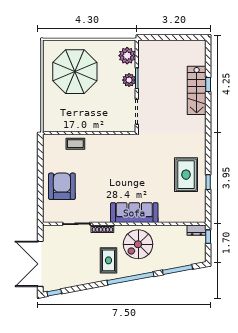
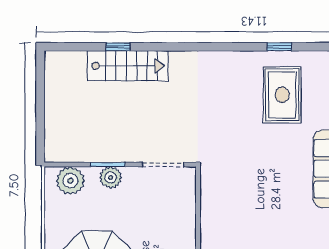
rug: (186, 175) -> (282, 95), moved, turned 90

